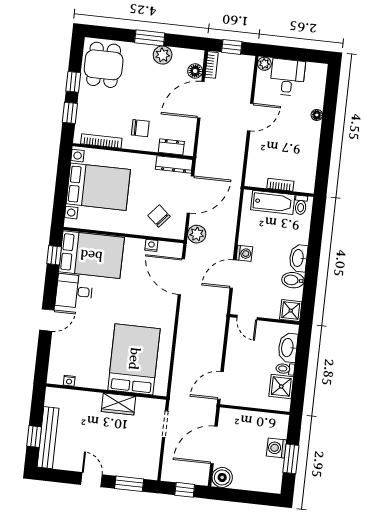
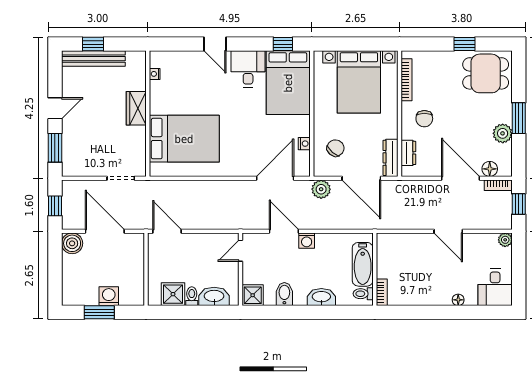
desk: (287, 77) -> (495, 287), moved, turned 90
window: (70, 113) -> (432, 44), removed
bookcase: (280, 185) -> (382, 292), moved
washbasin: (298, 258) -> (321, 297), moved
wardrobe: (118, 404) -> (136, 108), moved

